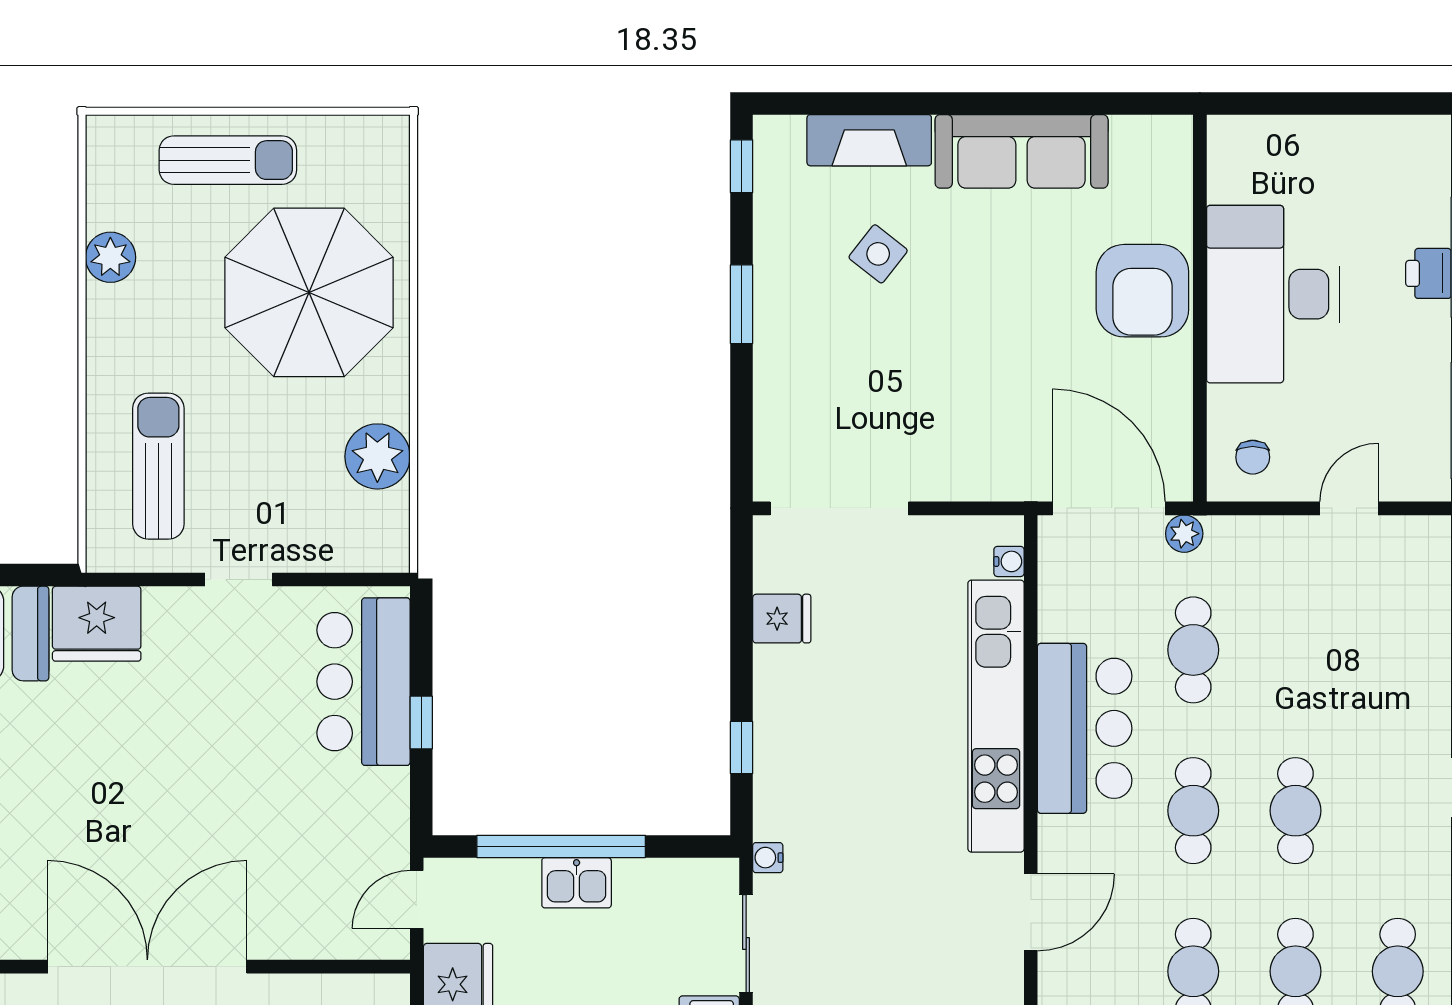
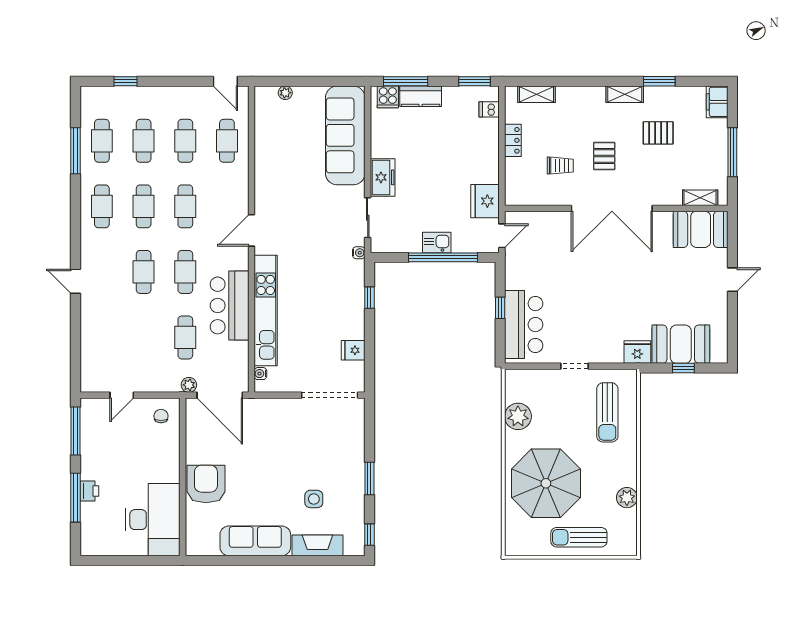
side table: (878, 254) -> (314, 499), turned -38
desk: (1273, 294) -> (153, 520), moved
fridge: (97, 624) -> (637, 352), width x0.73, depth x0.75

